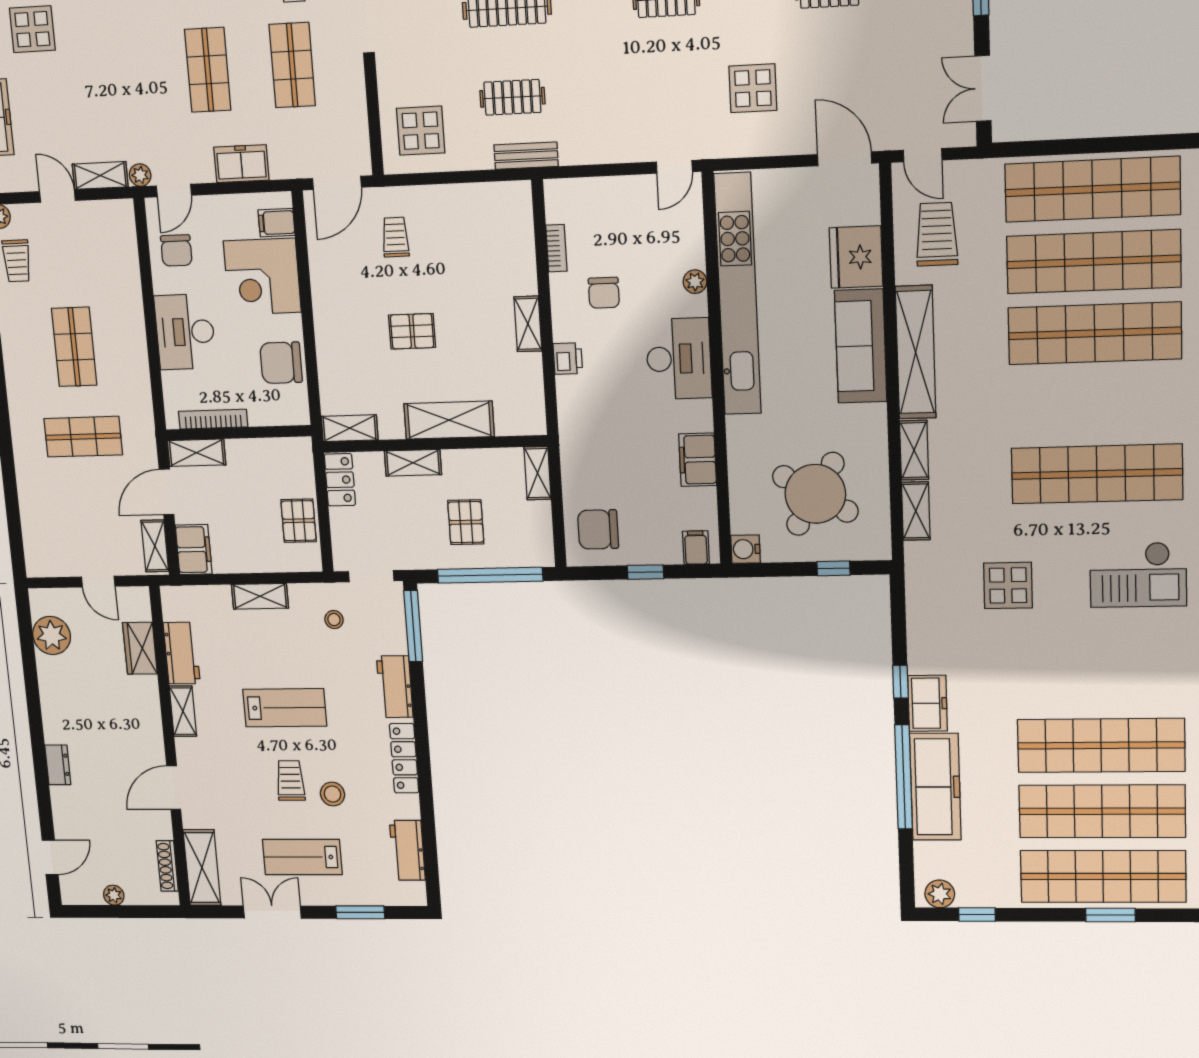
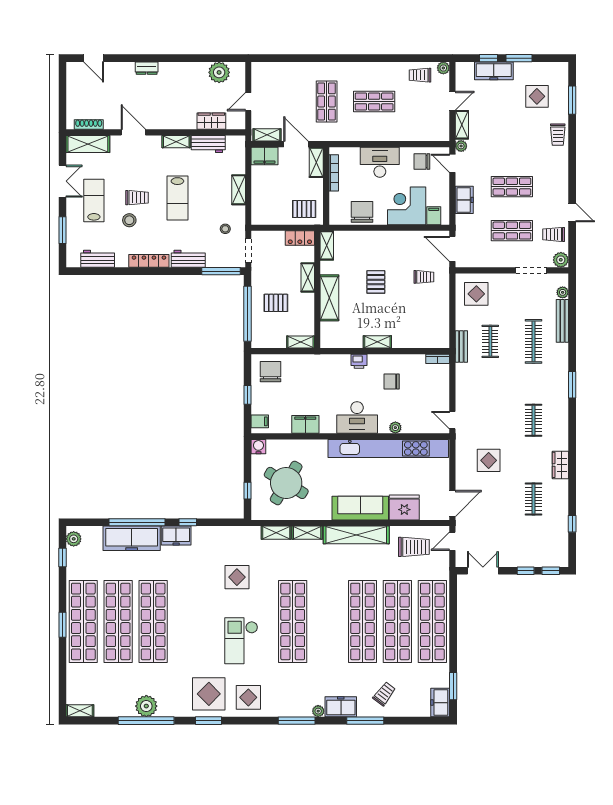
bookcase: (556, 248) -> (438, 359), moved
pallet: (299, 521) -> (304, 209), moved
plant: (114, 895) -> (72, 92), removed

